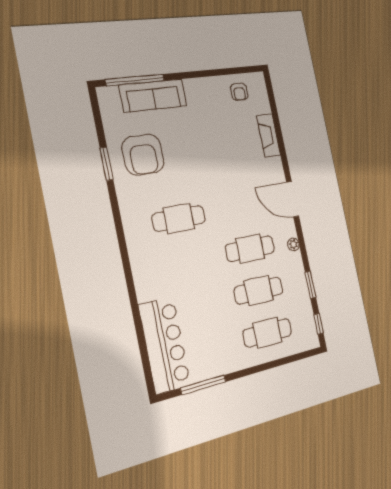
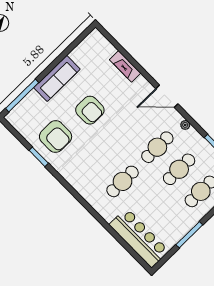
armchair: (239, 92) -> (90, 110), moved, width x1.88, depth x1.88
sofa: (153, 95) -> (57, 78), moved
cafe table: (179, 218) -> (123, 181), moved
window: (203, 385) -> (189, 235), moved

